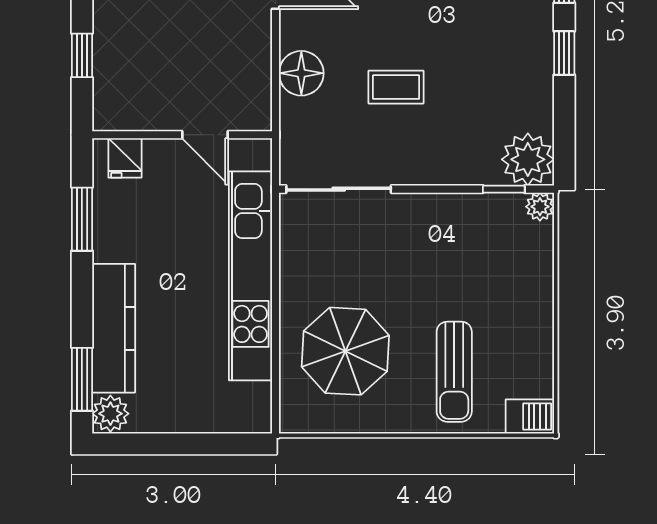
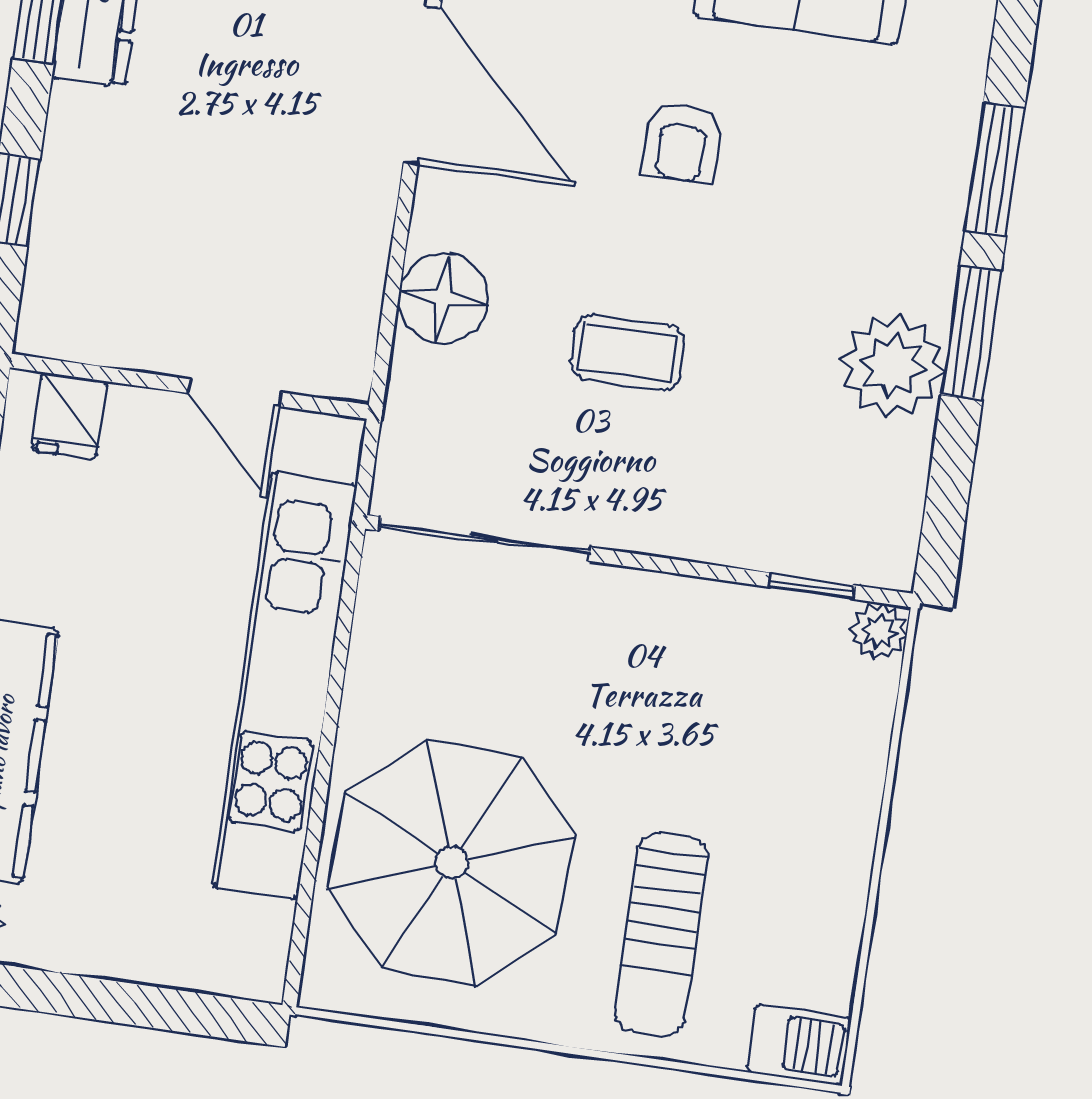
window: (564, 53) -> (971, 333), width x1.50
plant: (528, 159) -> (893, 366), moved
parasol: (345, 351) -> (451, 862), width x1.36, depth x1.36

